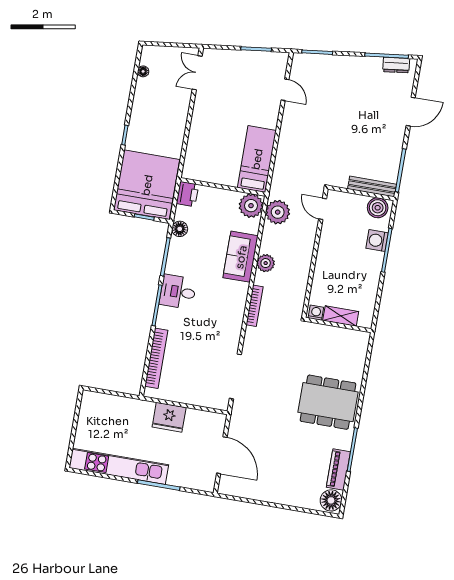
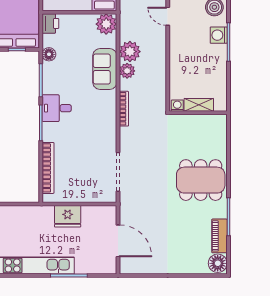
plant: (278, 212) -> (130, 52), moved

